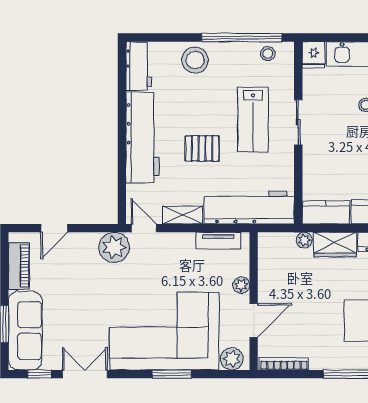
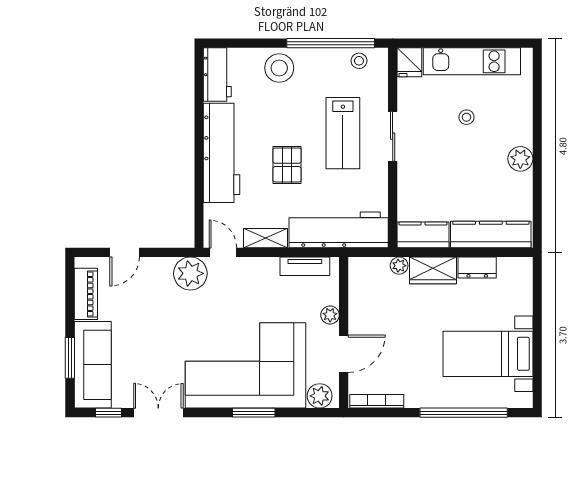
pallet: (202, 148) -> (287, 165), turned 90

